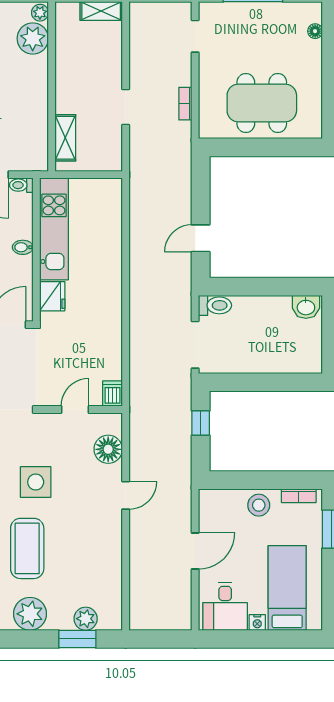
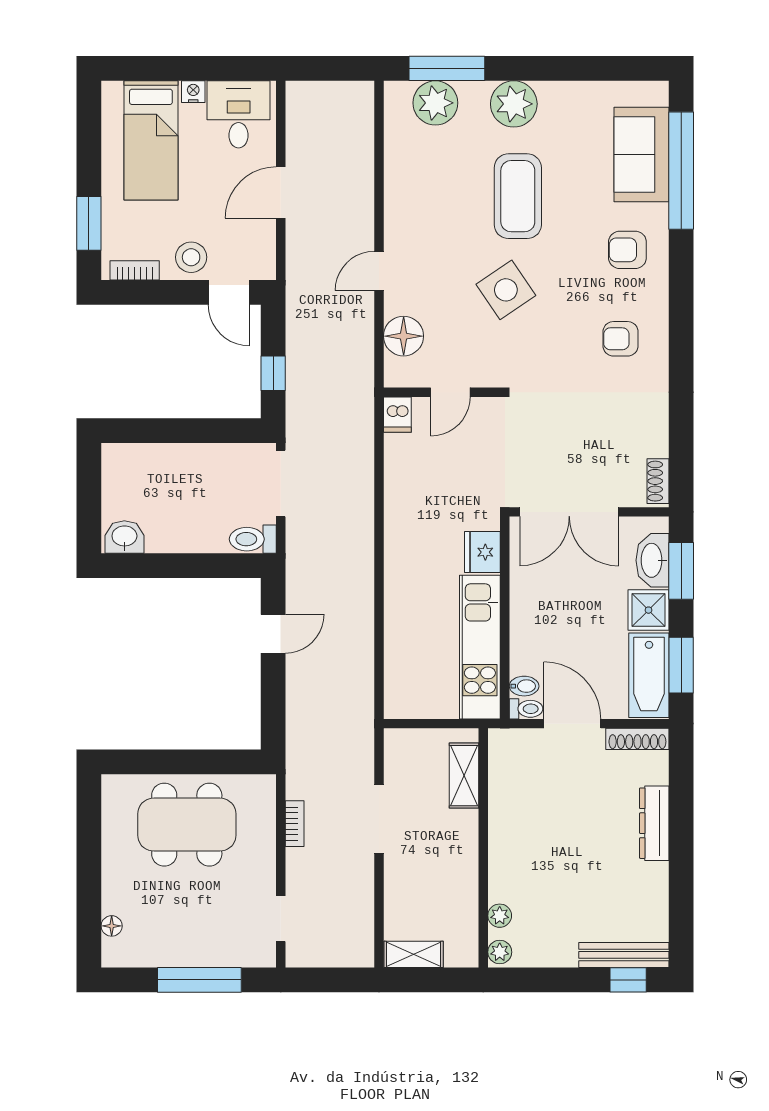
plant: (33, 38) -> (500, 916), width x0.53, depth x0.53
doorway: (126, 107) -> (379, 819), width x1.38
bidet: (23, 247) -> (524, 686), moved
door: (232, 480) -> (229, 292), added
side table: (36, 482) -> (506, 290), turned -34
plant: (86, 619) -> (435, 103), width x1.36, depth x1.36
window: (77, 639) -> (447, 68), width x1.44

